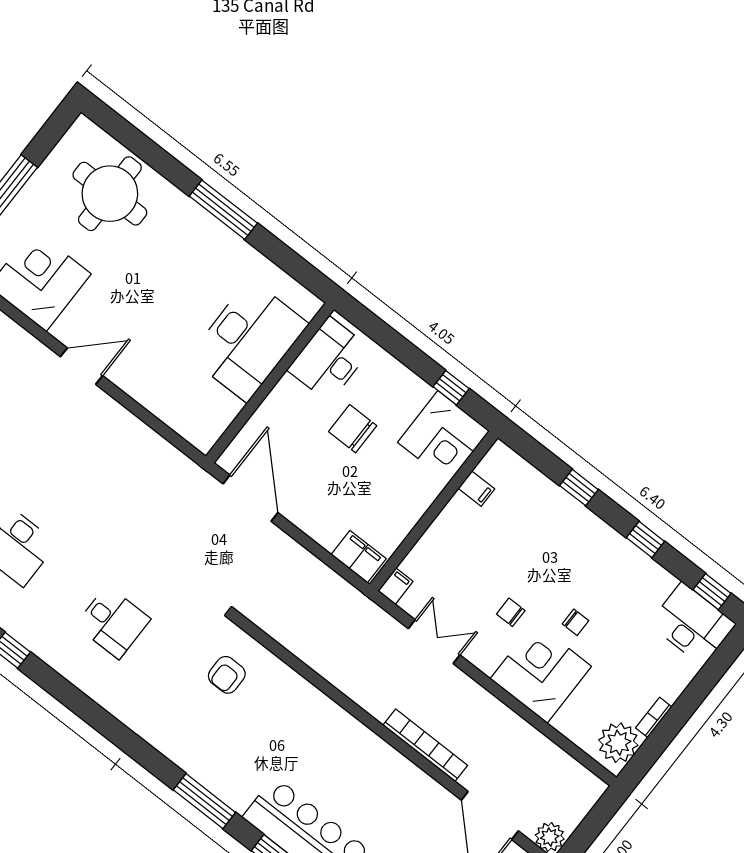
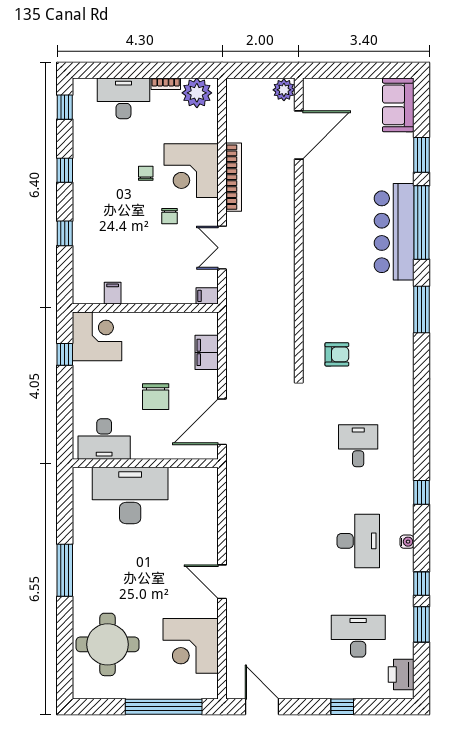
chair: (353, 429) -> (156, 397), moved
filing cabinet: (359, 557) -> (207, 352), moved
desk: (692, 624) -> (123, 98), moved, turned 90
bookcase: (425, 745) -> (234, 177), moved, turned 180

